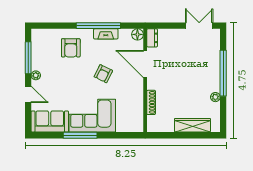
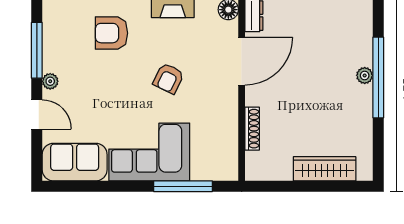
armchair: (71, 48) -> (111, 33), turned 90
door: (145, 64) -> (242, 61), swing flipped
plant: (215, 97) -> (365, 75), moved
window: (80, 135) -> (183, 186), moved

